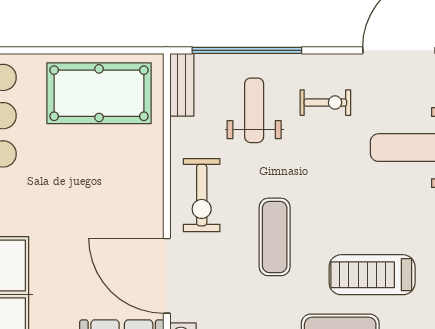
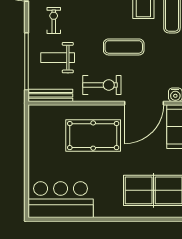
bench: (182, 85) -> (50, 95), width x1.36
pool table: (99, 93) -> (93, 136), moved, turned 90

